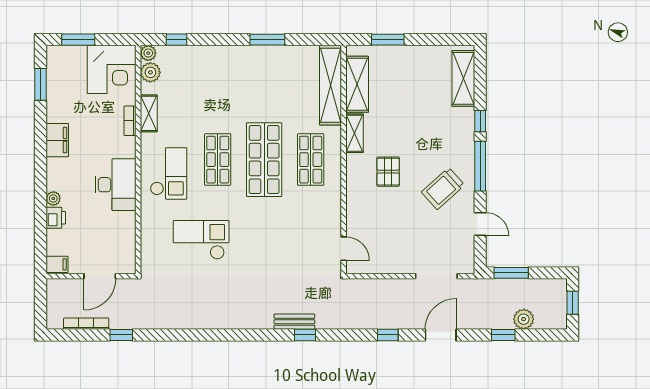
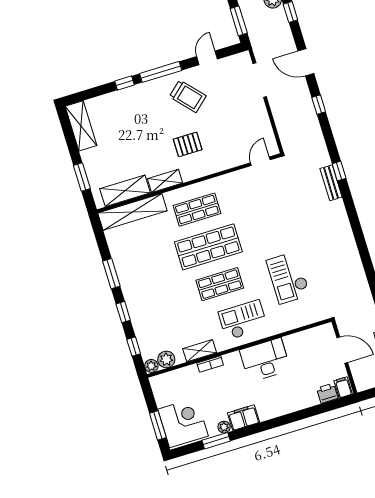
window: (219, 40) -> (123, 312), added
corner desk: (112, 69) -> (183, 423), moved
shelving: (463, 78) -> (81, 126), moved, turned 90
window: (41, 84) -> (216, 441), moved
plant: (53, 198) -> (224, 427), moved
printer: (56, 218) -> (327, 393), moved

